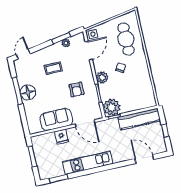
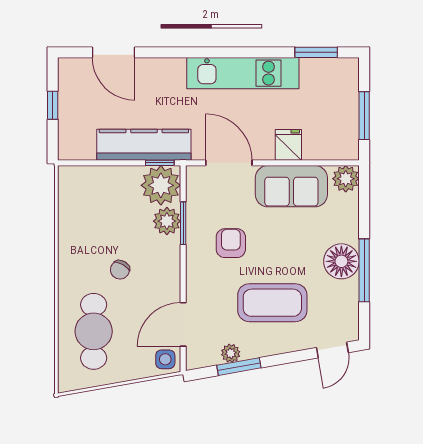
coffee table: (53, 68) -> (272, 303), width x1.86, depth x1.72
plant: (102, 77) -> (167, 221), moved
kitchen counter: (139, 119) -> (144, 145), moved
plant: (34, 128) -> (346, 179), added

